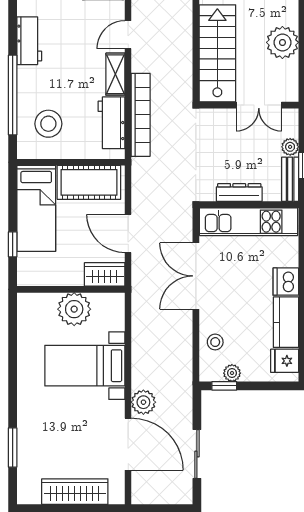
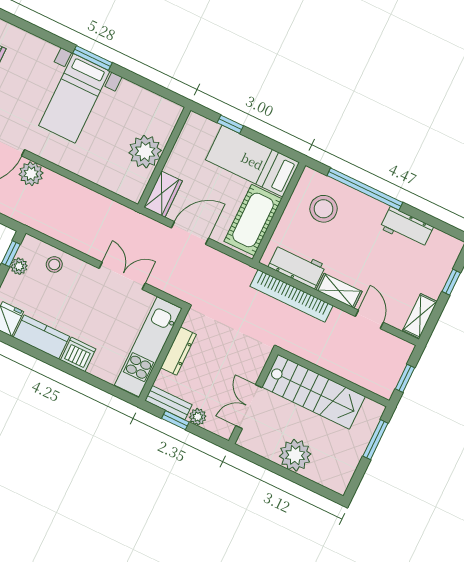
double door: (196, 276) -> (122, 276), width x0.73
bed with nightstands: (85, 366) -> (74, 98), moved, turned 180
window: (13, 447) -> (92, 58), moved

